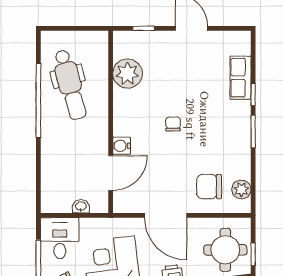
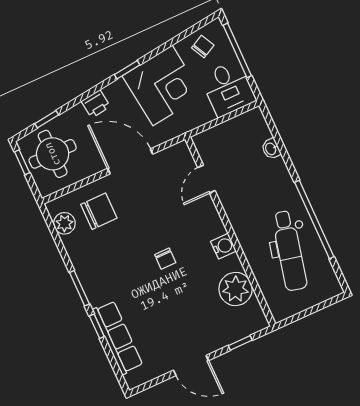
row of seats: (241, 78) -> (118, 338), width x1.48
dental chair: (70, 85) -> (289, 251), turned -152
water cooler: (121, 146) -> (223, 246), moved
door: (111, 173) -> (206, 179), width x0.73
washbasin: (81, 206) -> (271, 149), moved, turned 90

